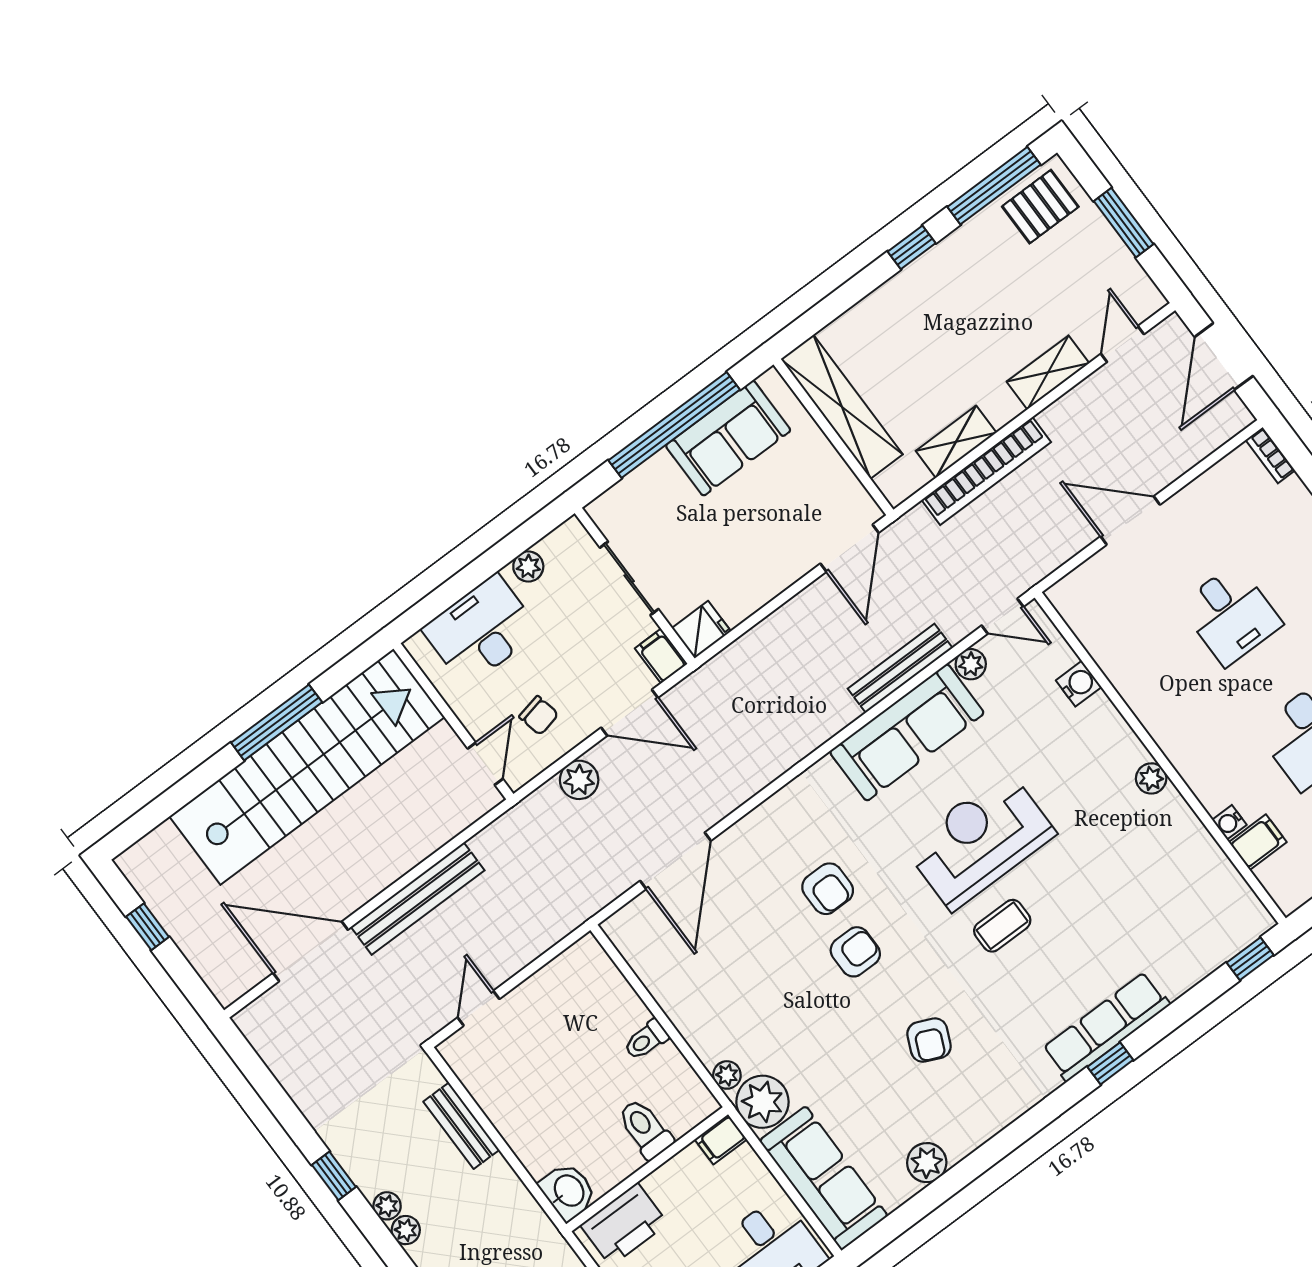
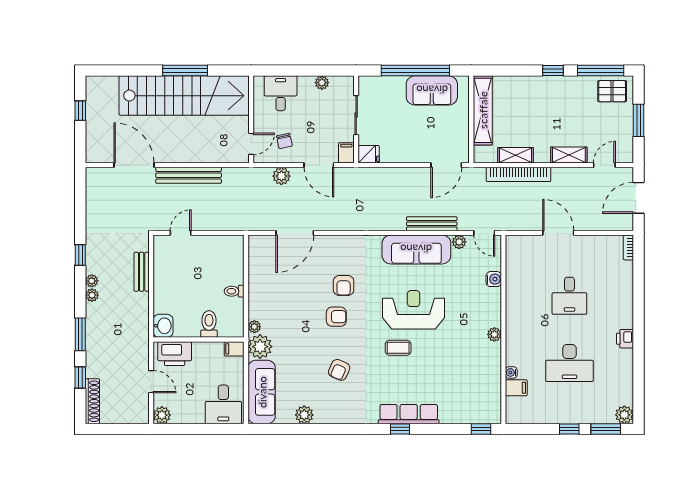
desk: (481, 630) -> (281, 93), width x0.73

